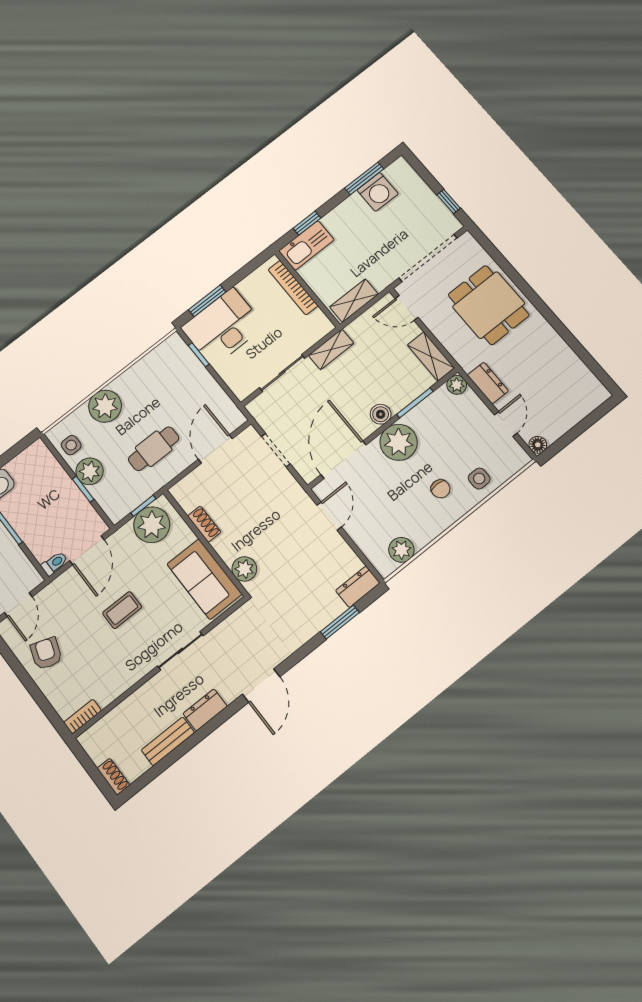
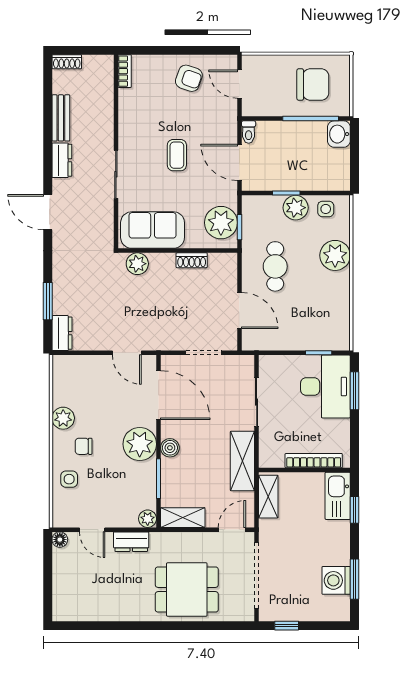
shelving: (331, 349) -> (242, 461), width x1.50, depth x1.33
plant: (401, 550) -> (63, 418), moved

